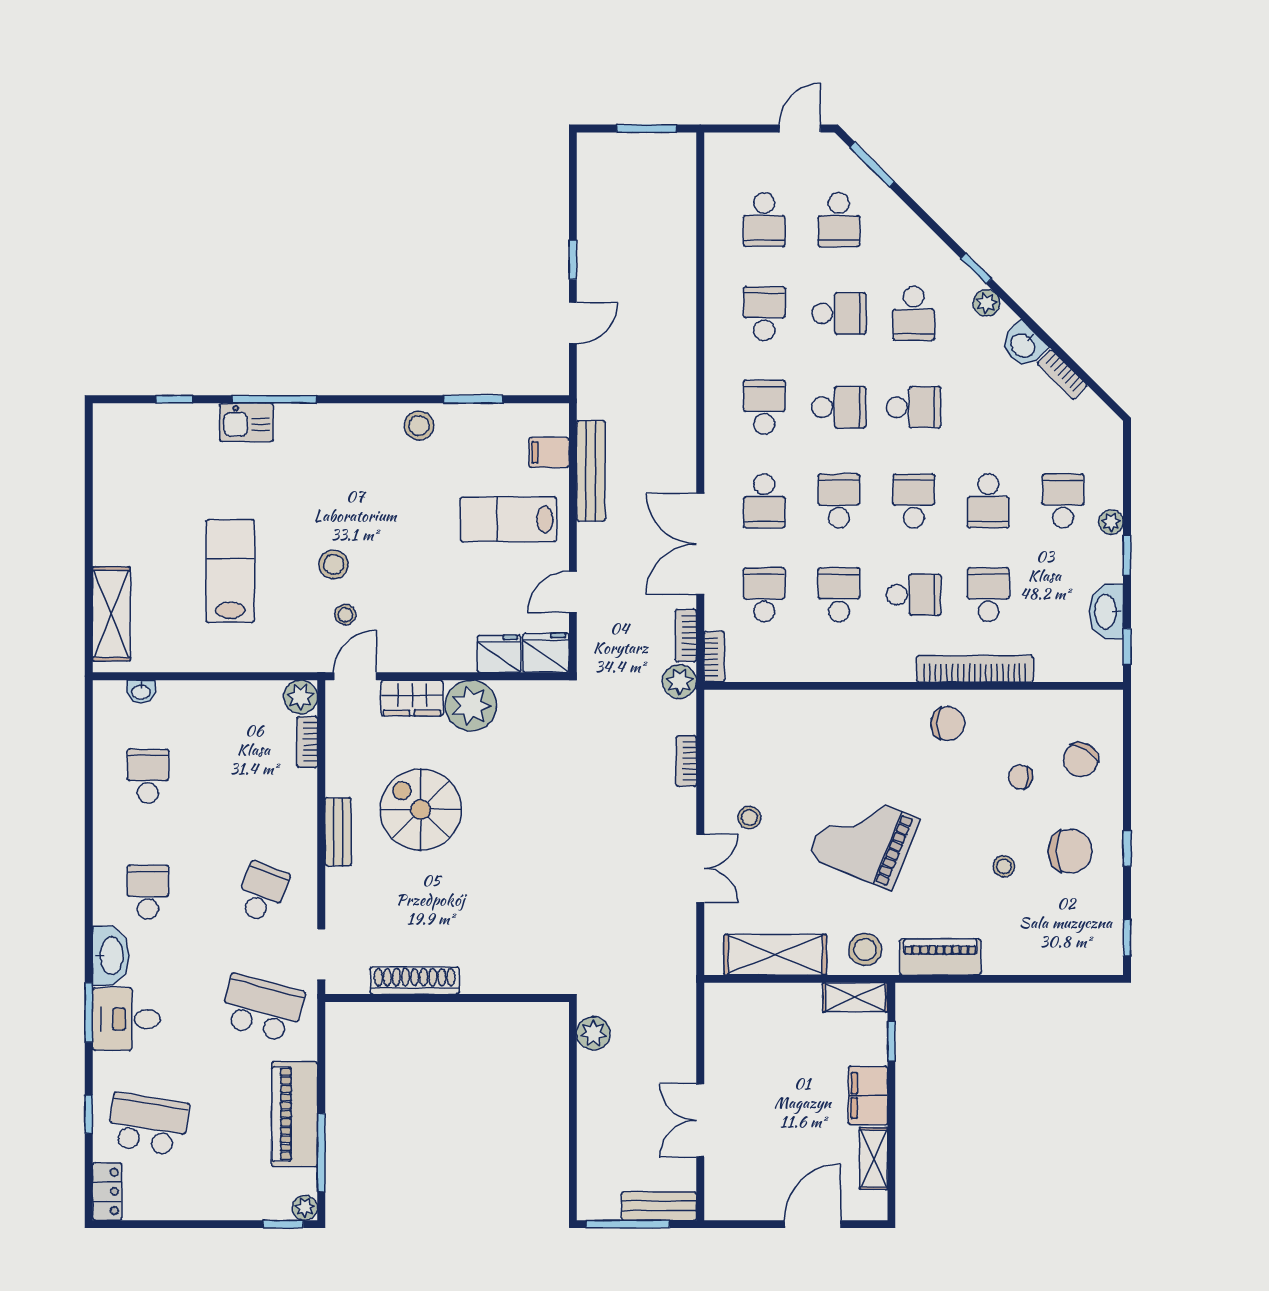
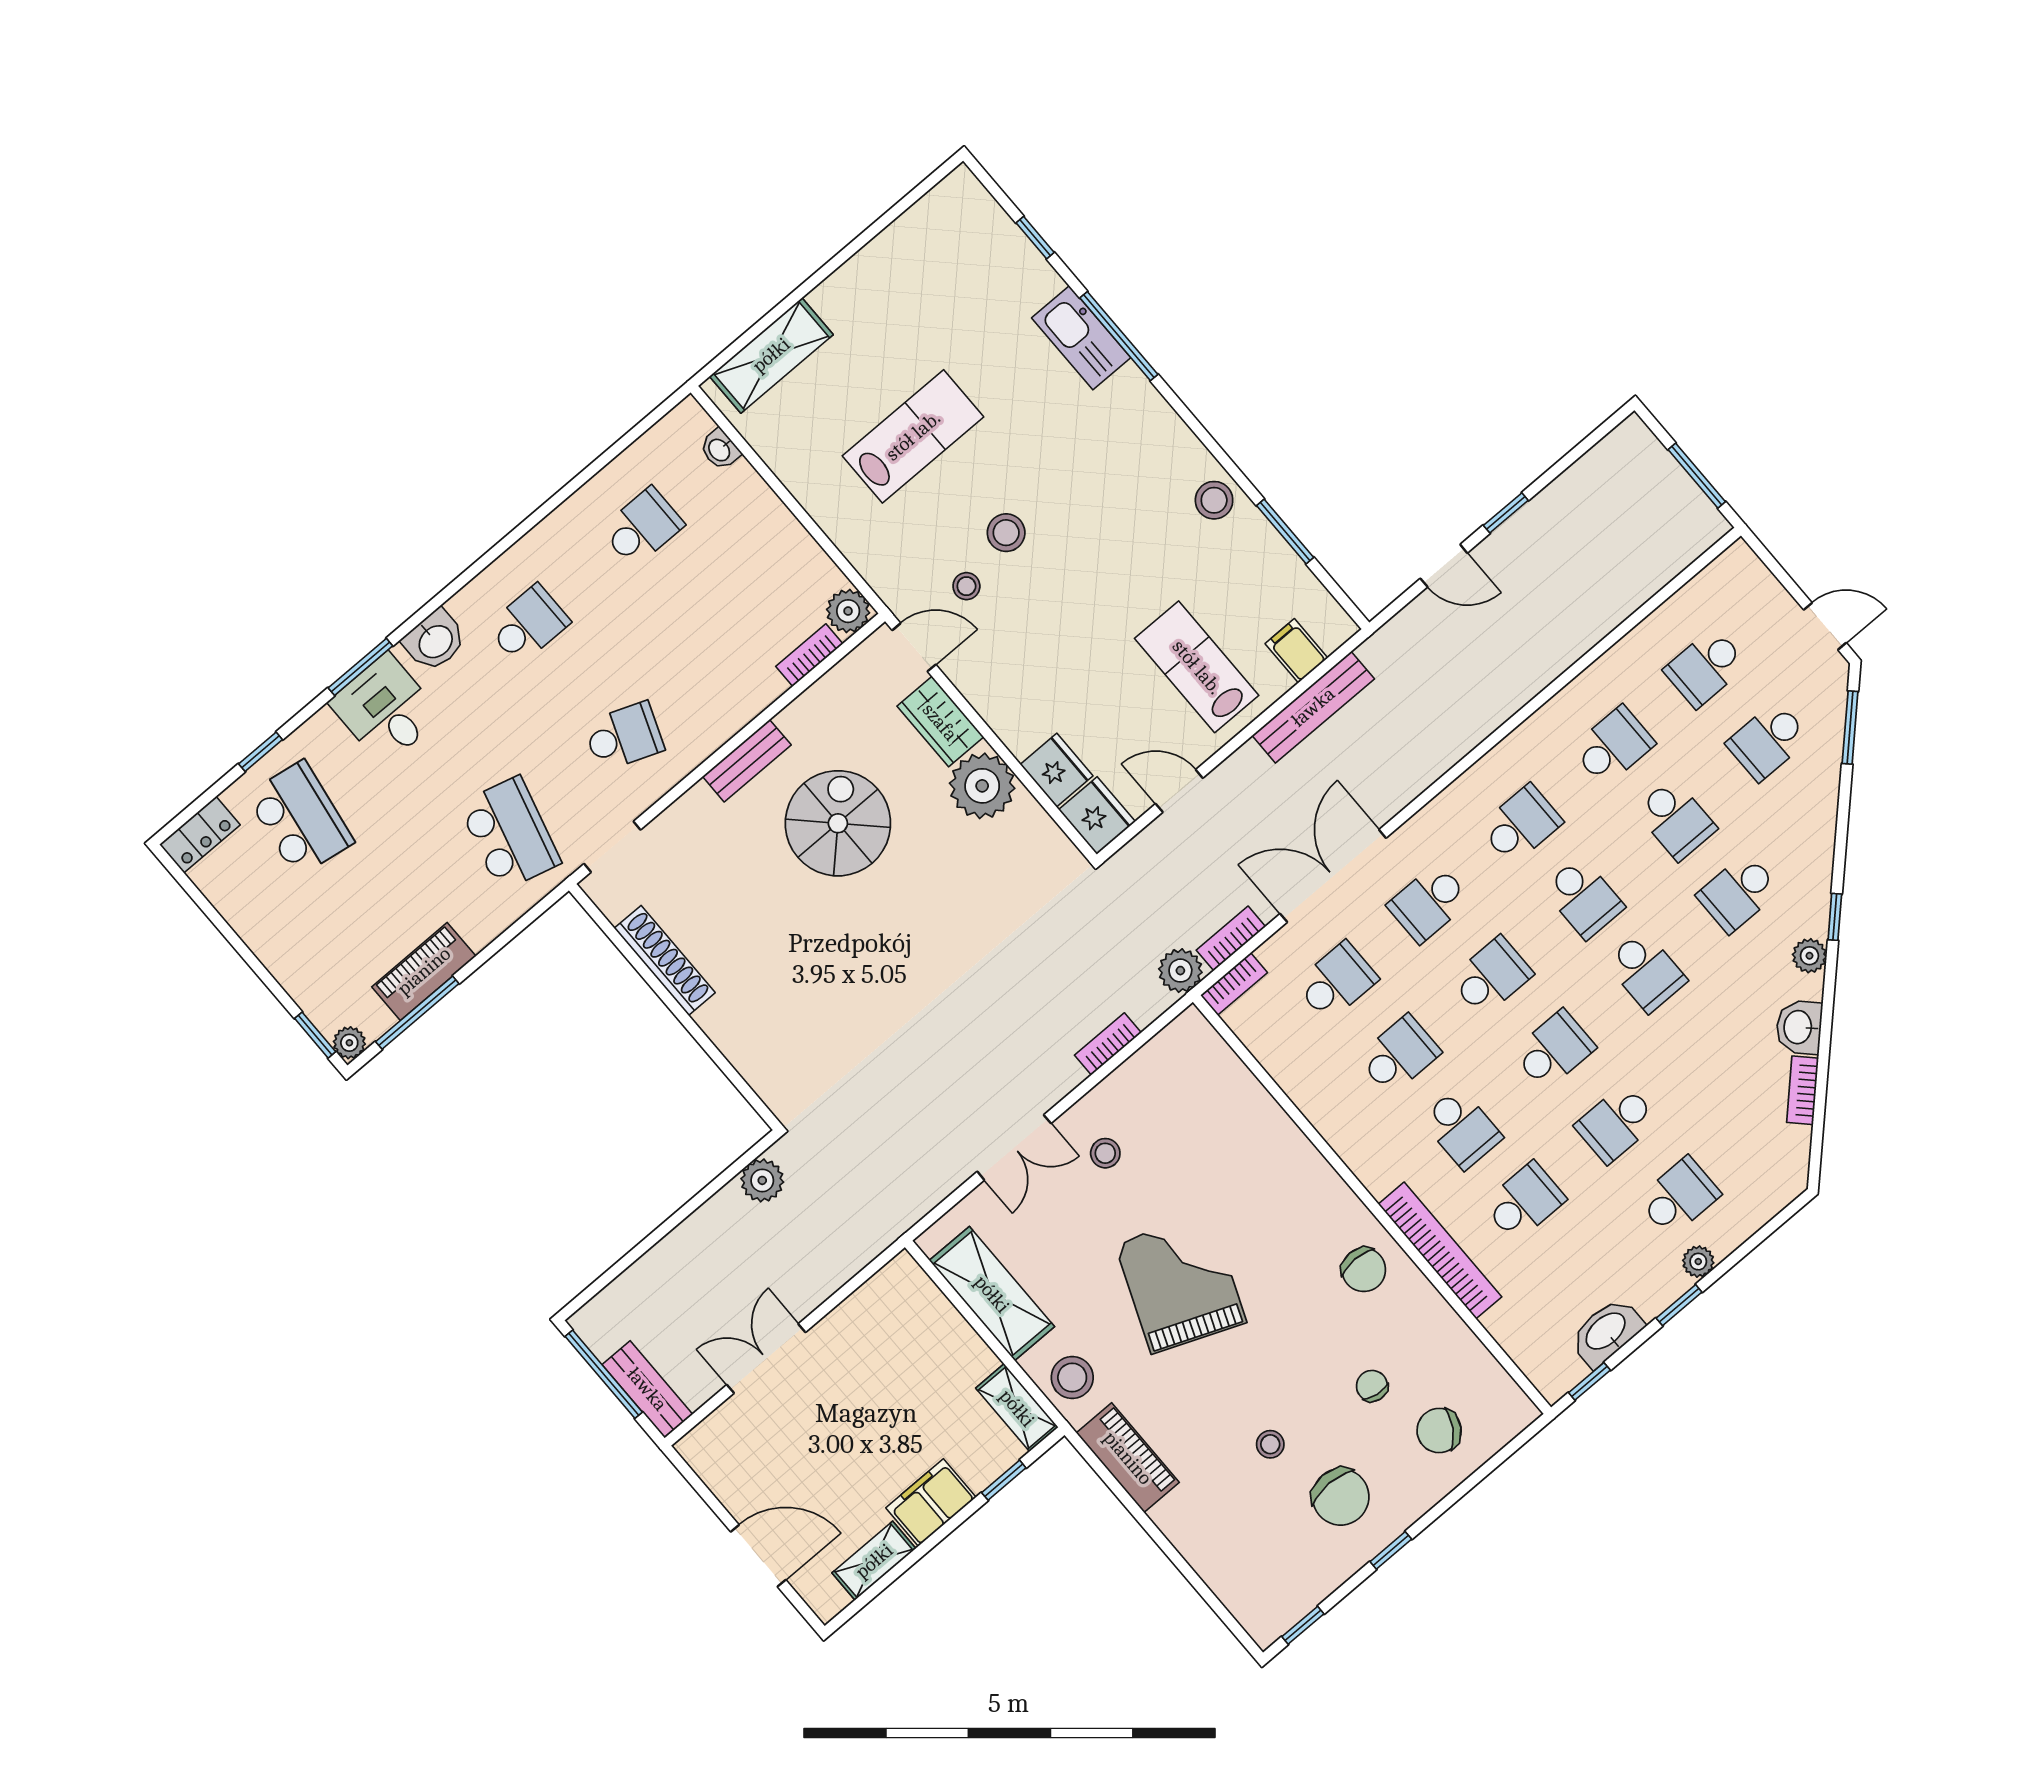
kitchen sink: (246, 422) -> (1081, 338), width x1.38
washbasin: (111, 956) -> (435, 641), width x0.72
piano: (295, 1114) -> (424, 971), width x0.73, depth x0.75

